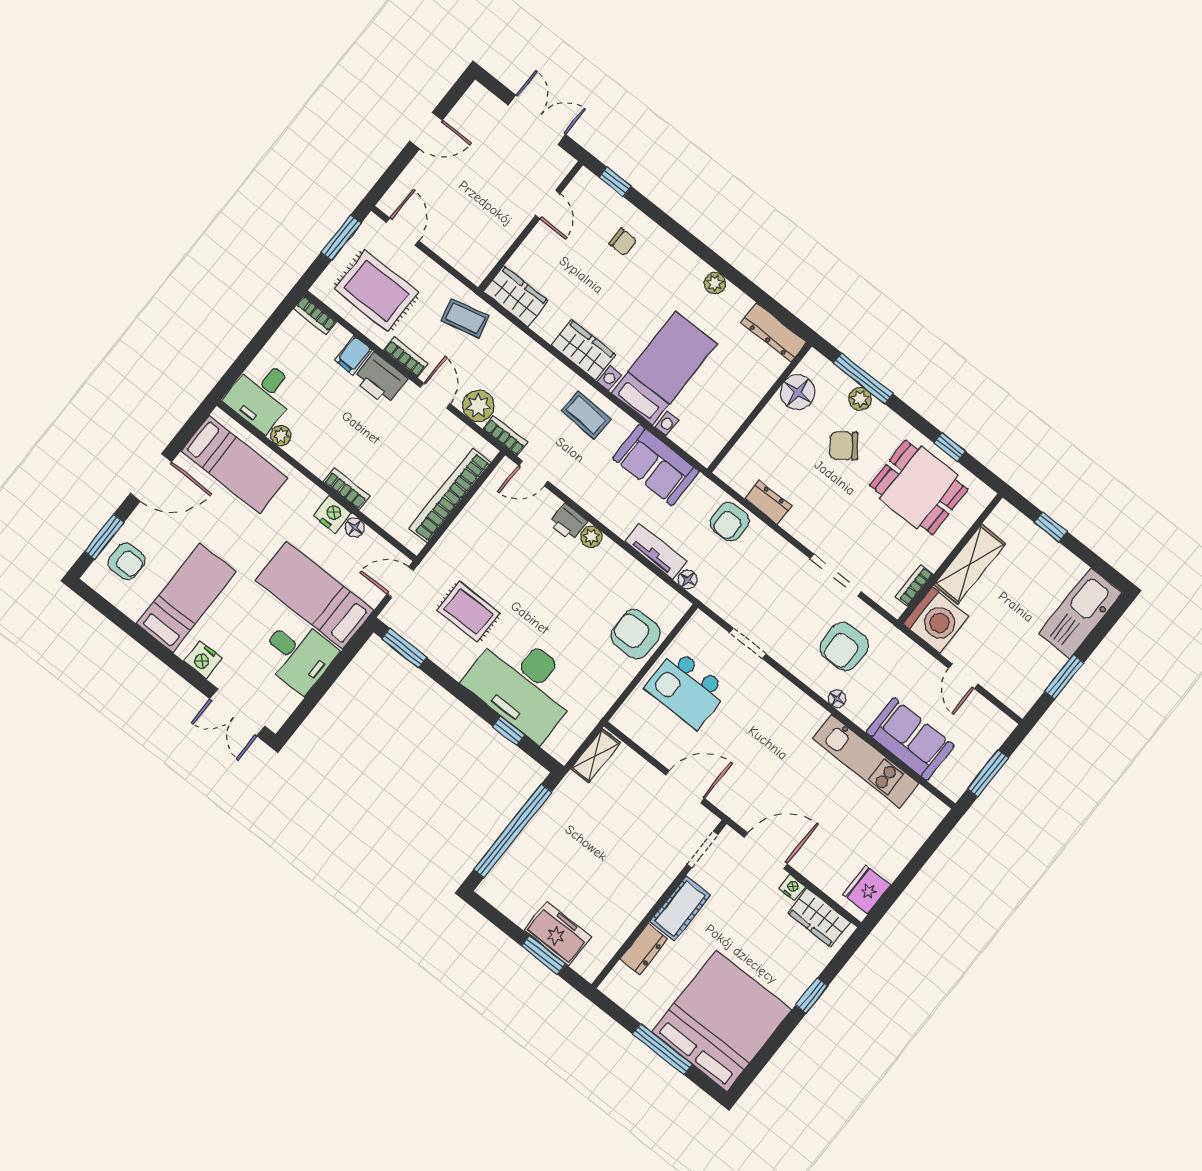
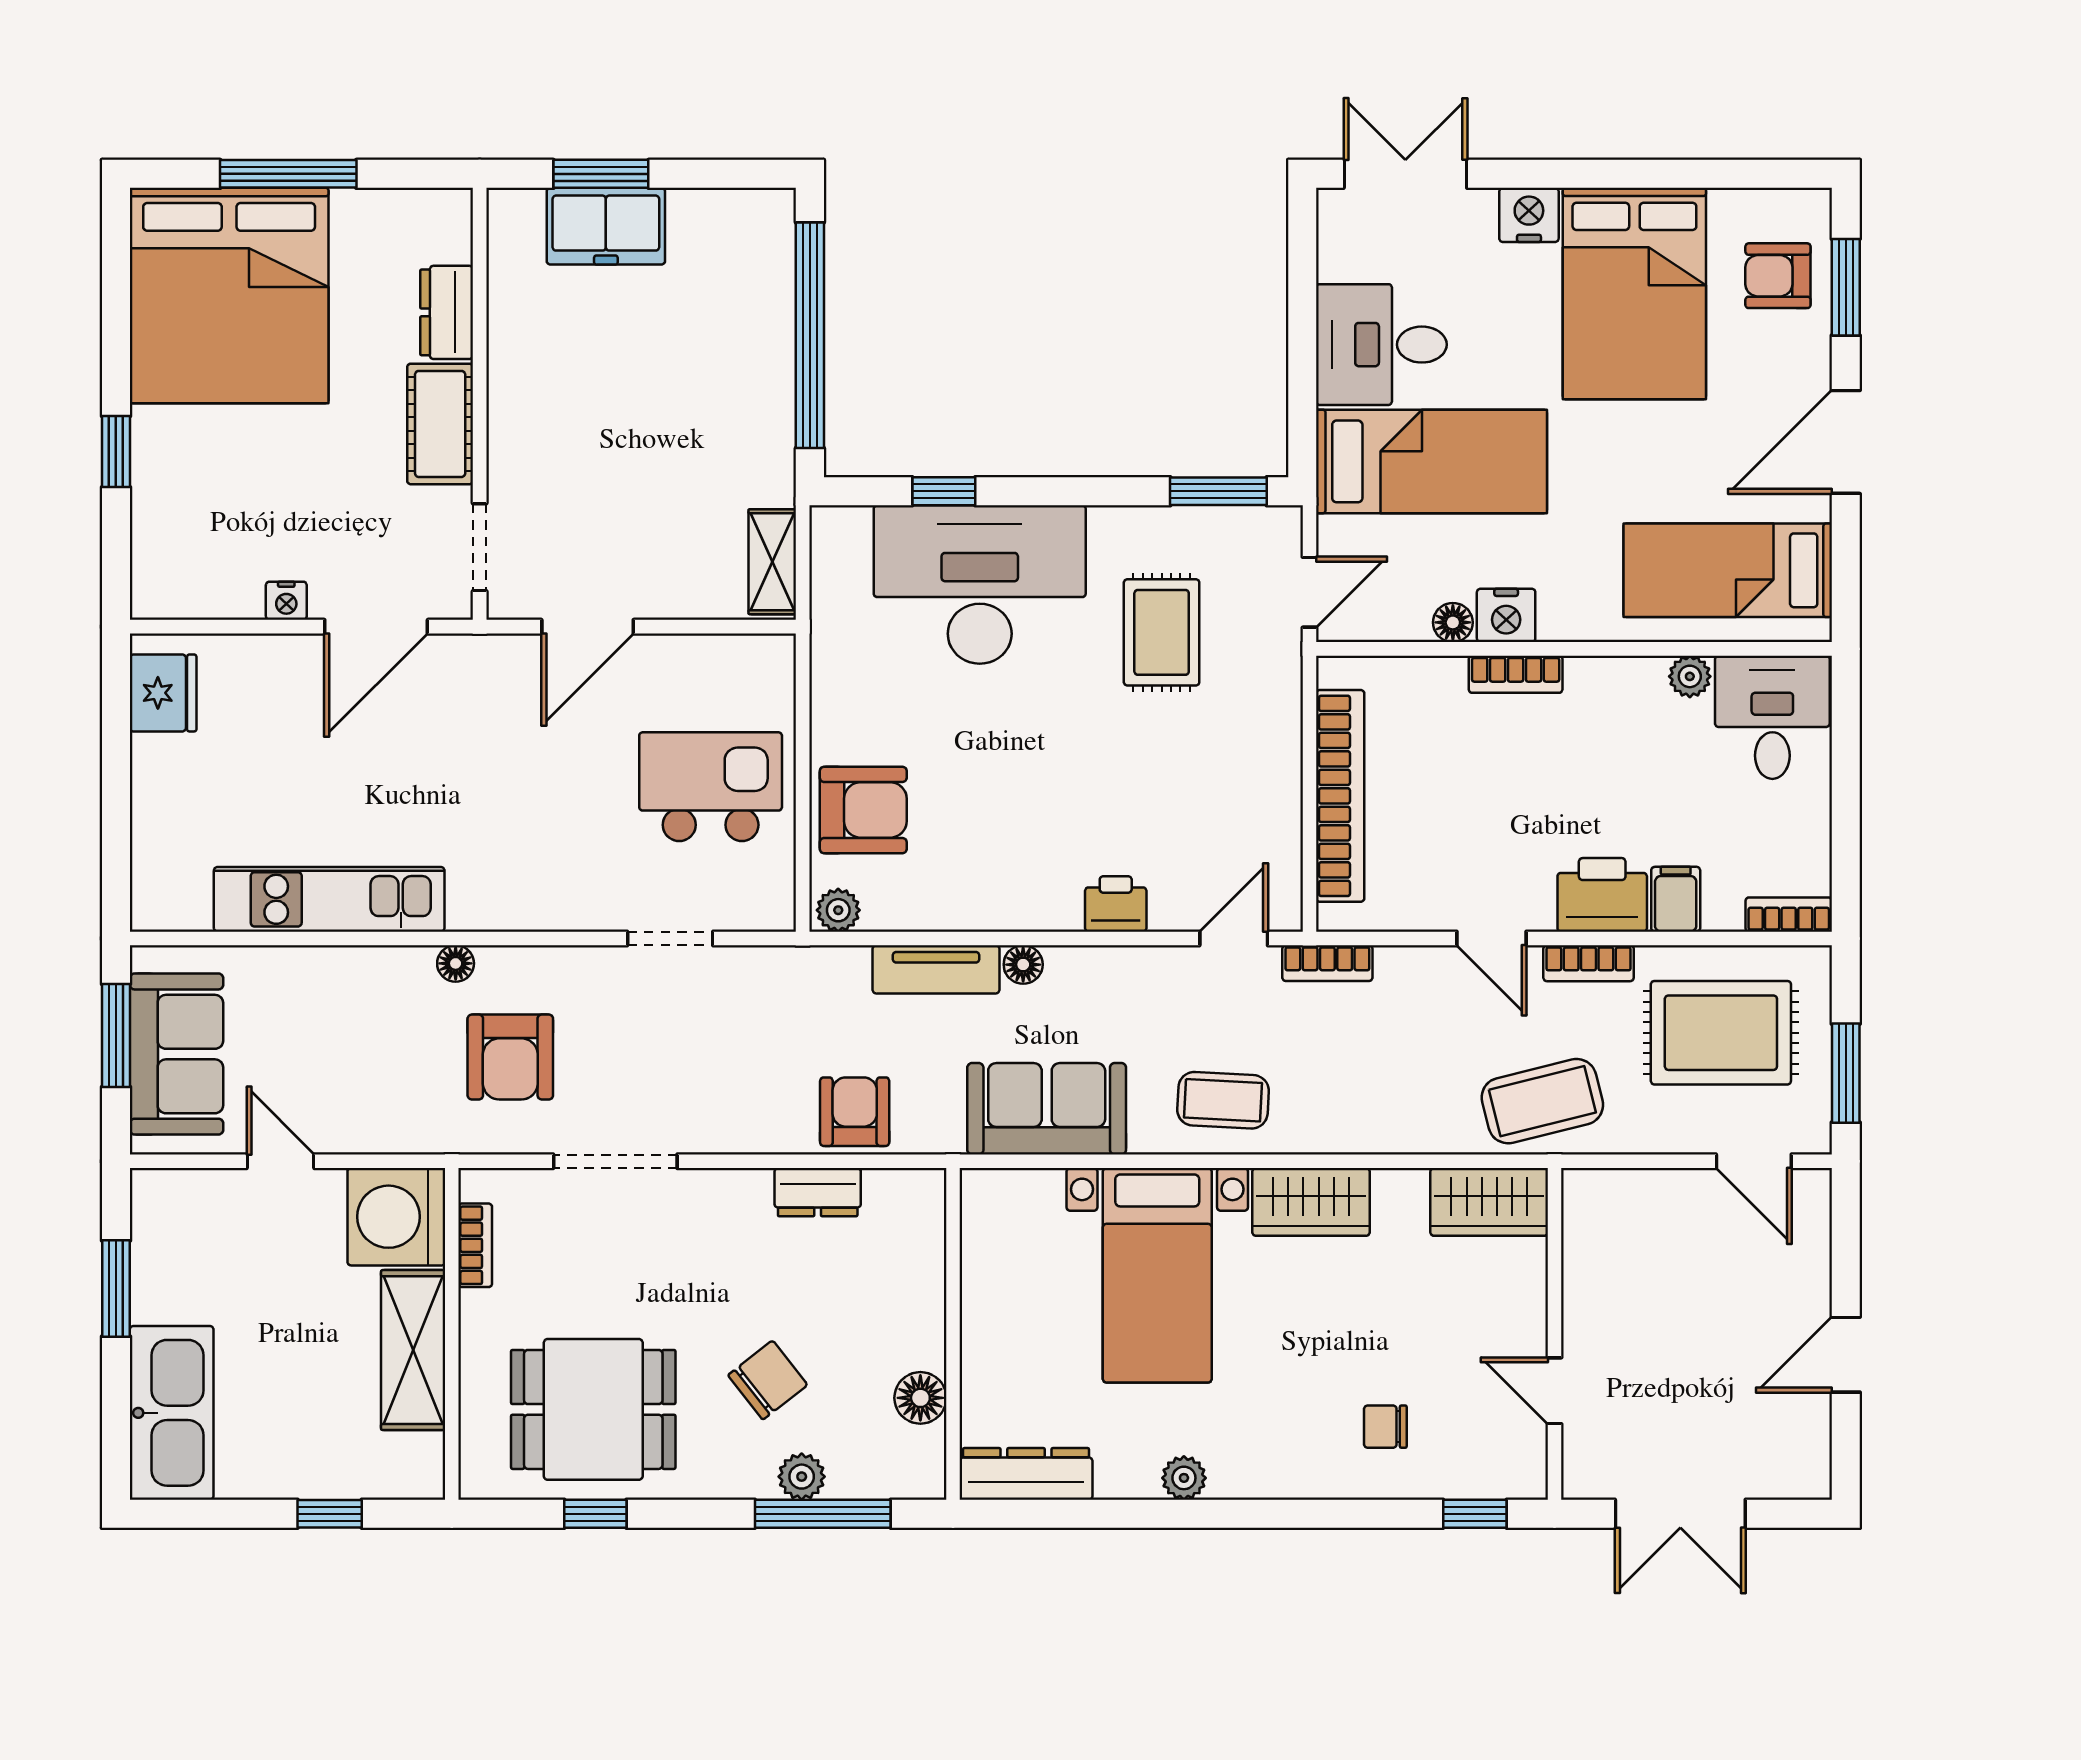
coffee table: (465, 318) -> (1542, 1101), width x1.36, depth x1.30
floor lamp: (798, 392) -> (920, 1398), width x0.73, depth x0.73
plant: (478, 406) -> (1409, 977), removed
plant: (591, 537) -> (838, 910), moved
floor lamp: (688, 579) -> (1023, 965), moved
bed: (186, 598) -> (1634, 294), width x1.50
rug: (469, 612) -> (1162, 632), turned 90
armchair: (844, 646) -> (510, 1057), turned 180
sofa: (910, 739) -> (176, 1054), moved, turned -90
wardrobe: (819, 917) -> (205, 587), removed

